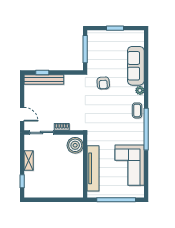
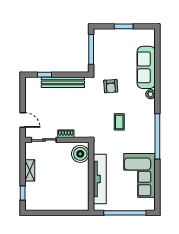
bench: (44, 80) -> (63, 82), moved
coffee table: (137, 110) -> (119, 122), moved

